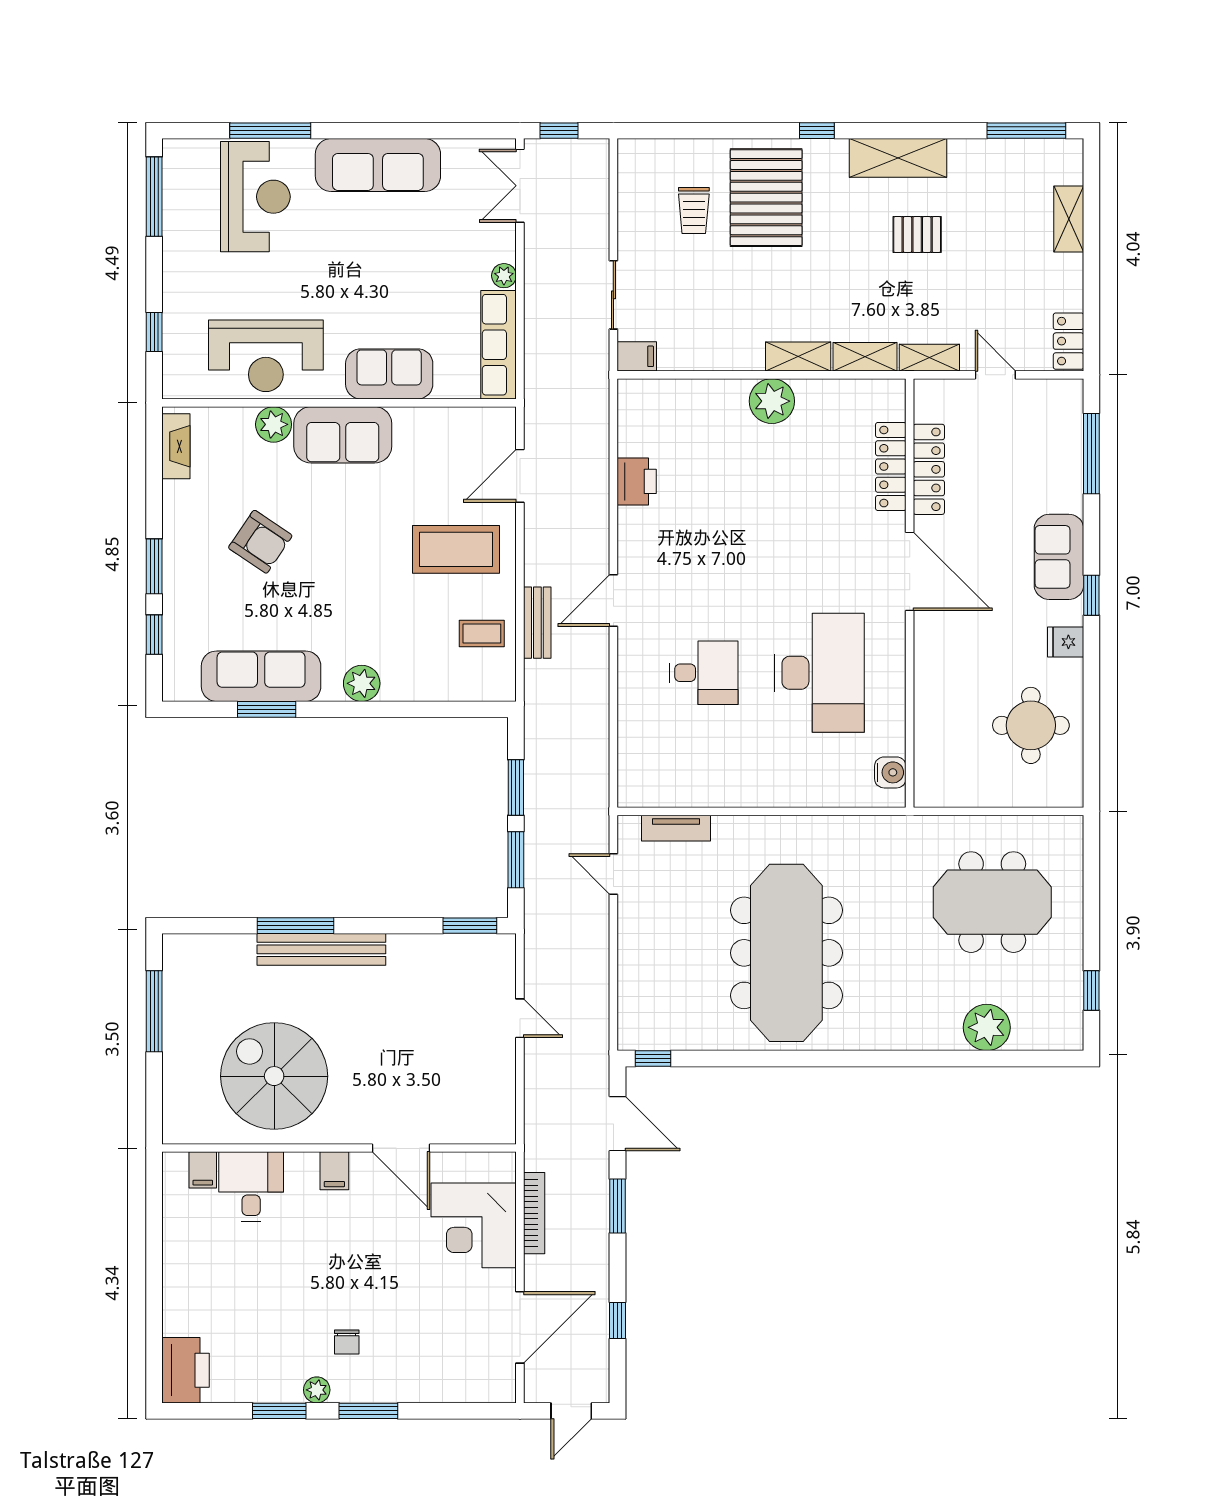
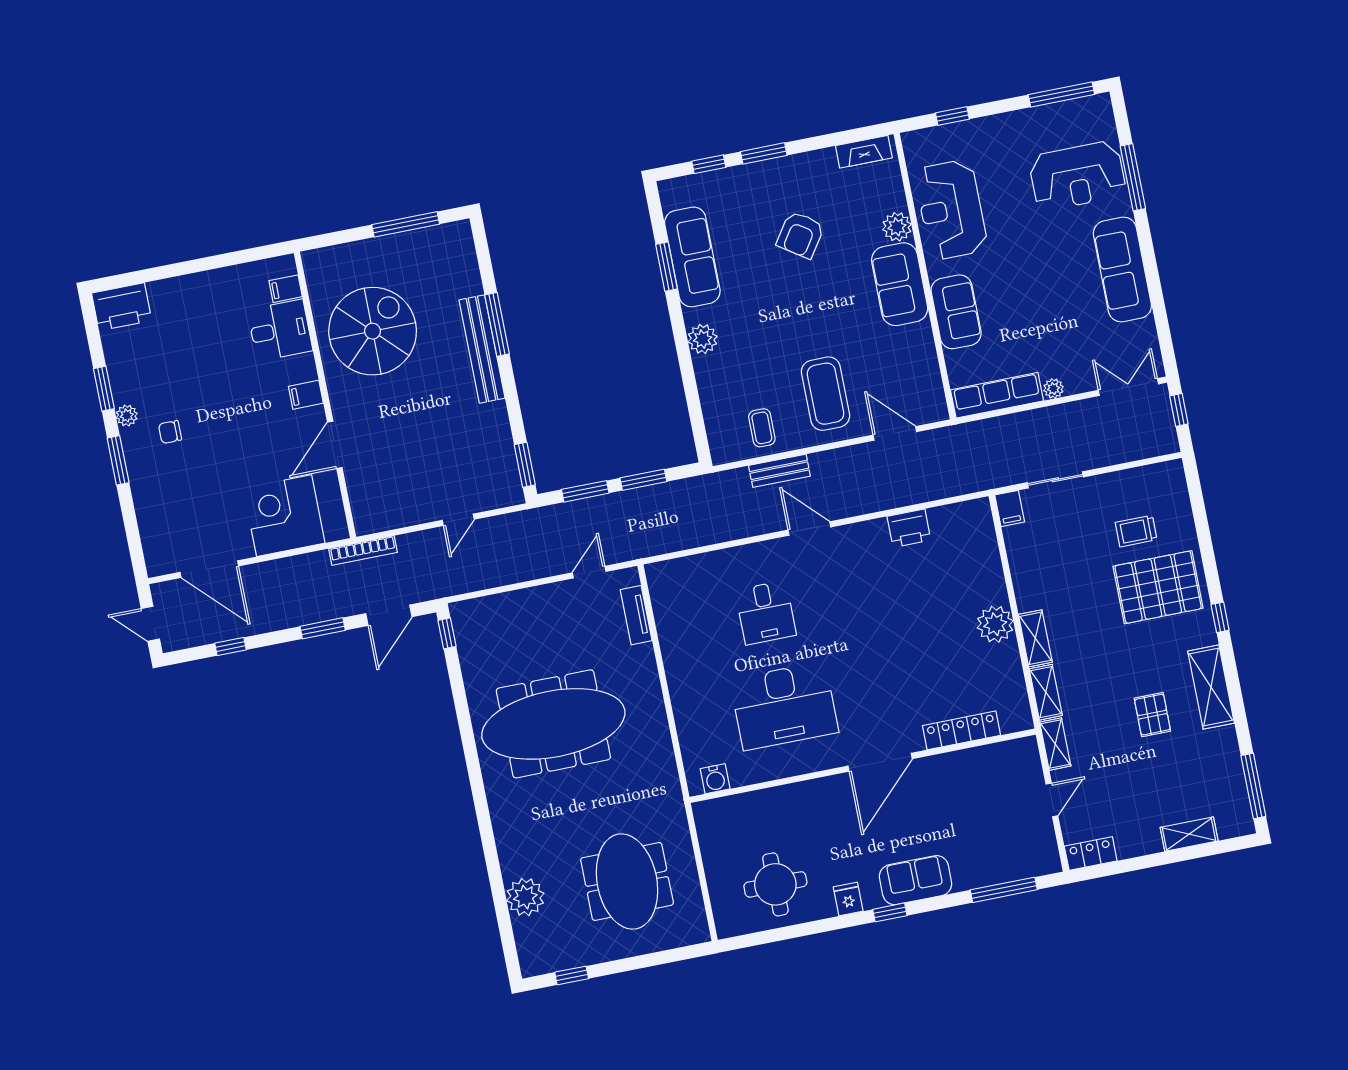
locker: (929, 469) -> (965, 761), removed
bookcase: (534, 1213) -> (363, 551), moved

